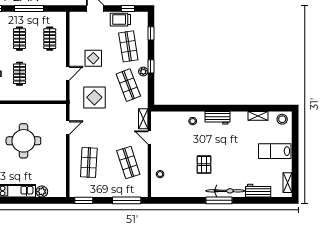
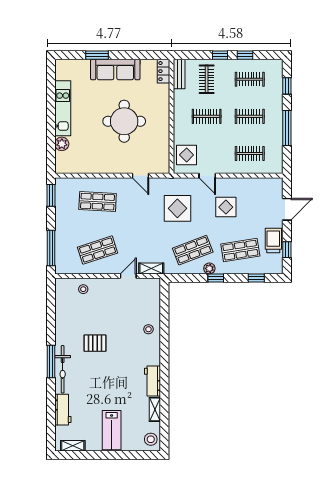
display table: (51, 90) -> (187, 155), added
workbench: (218, 118) -> (153, 381), moved
lab bench: (275, 151) -> (112, 430), turned 180

